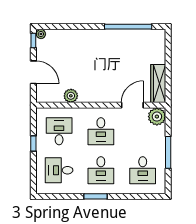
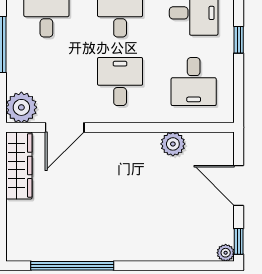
window: (33, 143) -> (239, 40), moved

